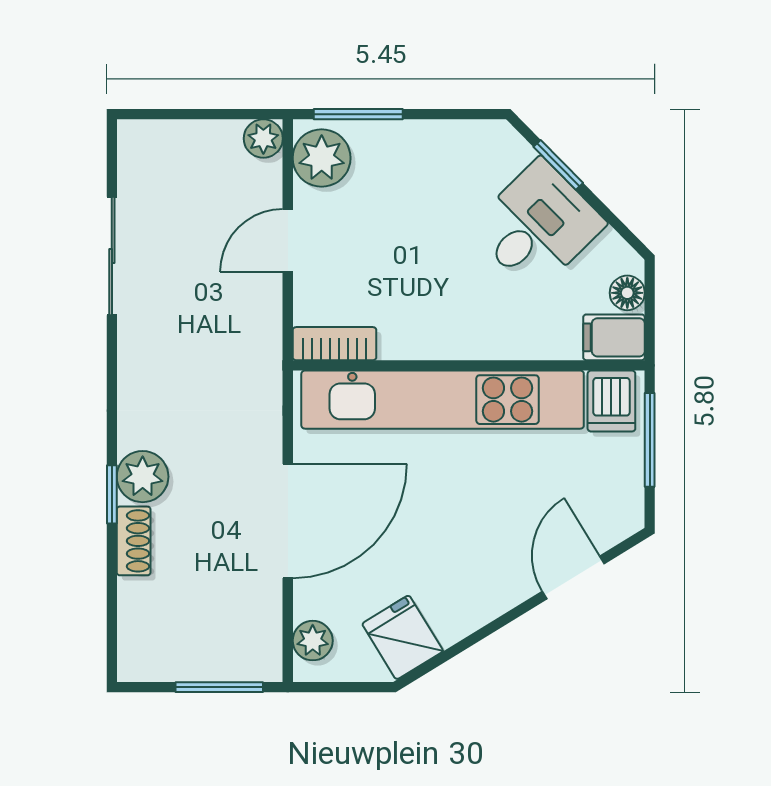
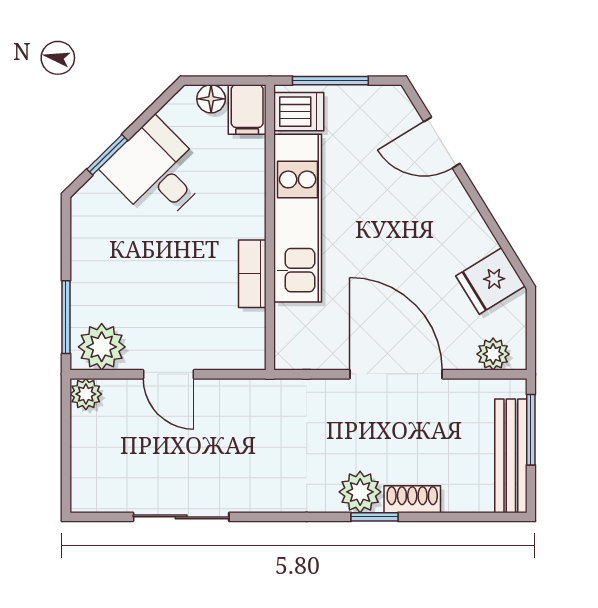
bookcase: (335, 344) -> (252, 274), moved
kitchen unit: (443, 400) -> (298, 218), width x0.73
bench: (187, 662) -> (511, 456), added

